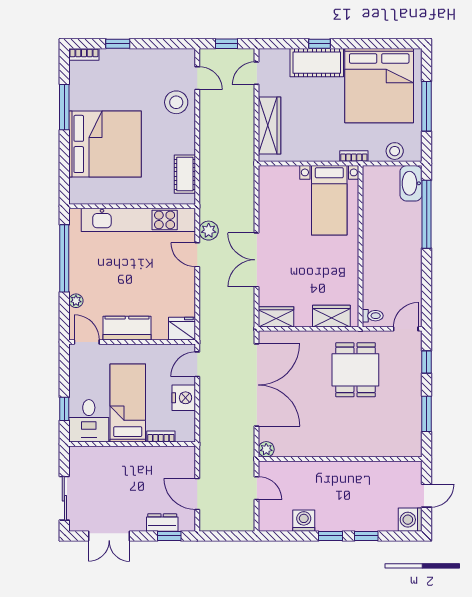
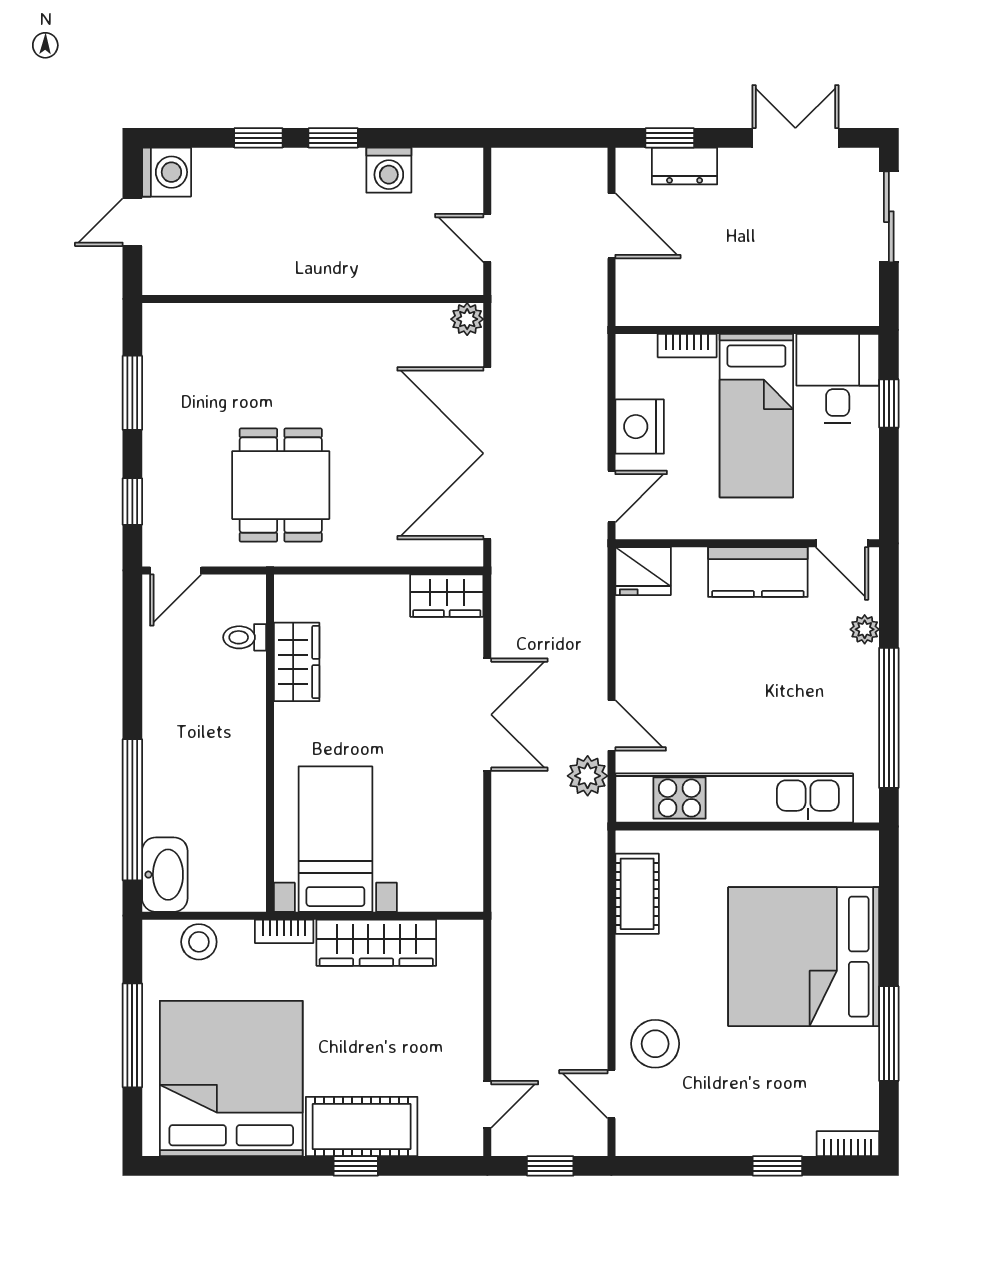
wardrobe: (270, 125) -> (376, 943), moved, turned -90
wardrobe: (331, 316) -> (297, 662), moved, turned -90
toilet: (373, 316) -> (245, 637), moved

